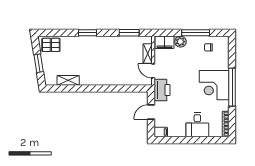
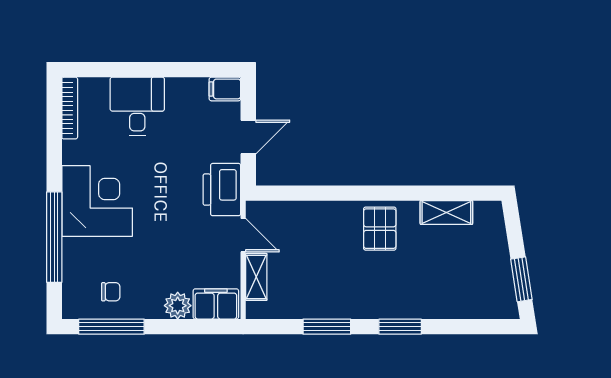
window: (129, 33) -> (327, 327), moved
window: (196, 33) -> (111, 327), moved
pallet: (51, 45) -> (380, 229), moved, turned 90
window: (39, 63) -> (521, 279), moved
window: (232, 87) -> (54, 237), moved

